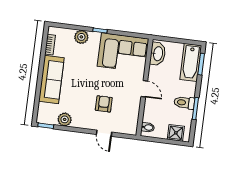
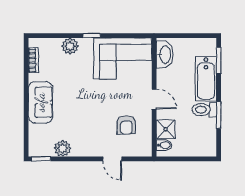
bathtub: (191, 62) -> (206, 79), moved
sofa: (51, 80) -> (40, 102), width x0.73
armchair: (104, 104) -> (126, 125), moved, turned 180
shower: (176, 133) -> (166, 129), moved

